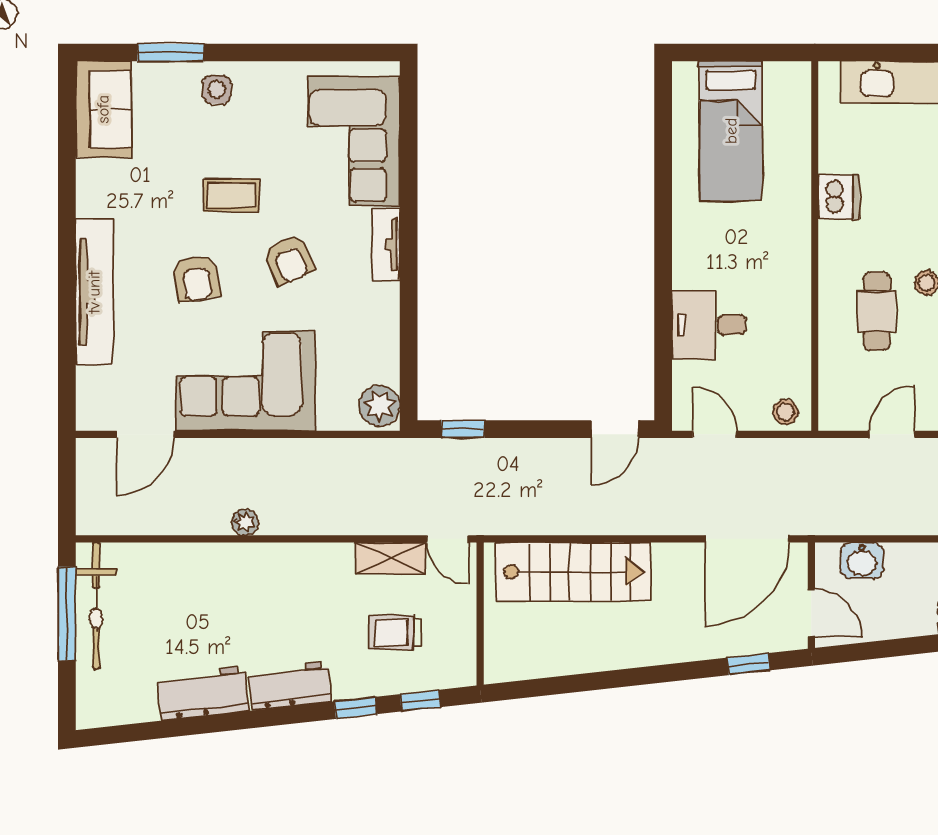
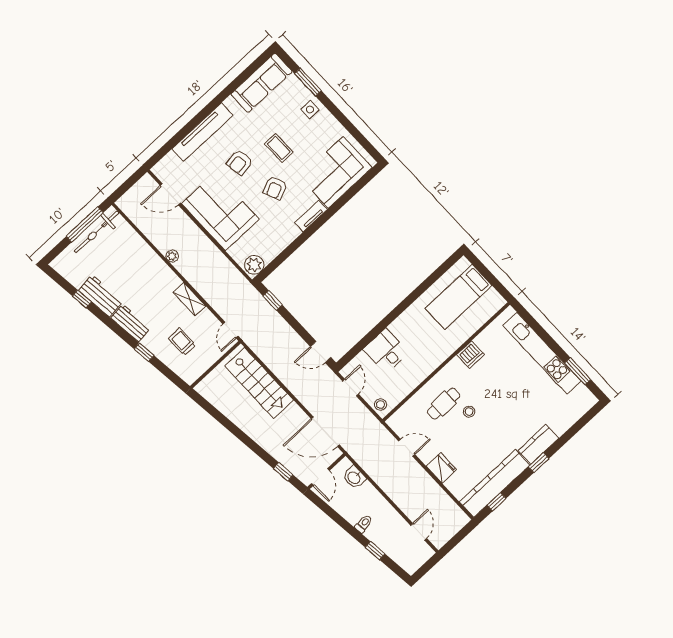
sofa: (103, 109) -> (261, 83), width x1.36
shelving: (390, 558) -> (189, 299), moved
window: (420, 701) -> (82, 299), moved

